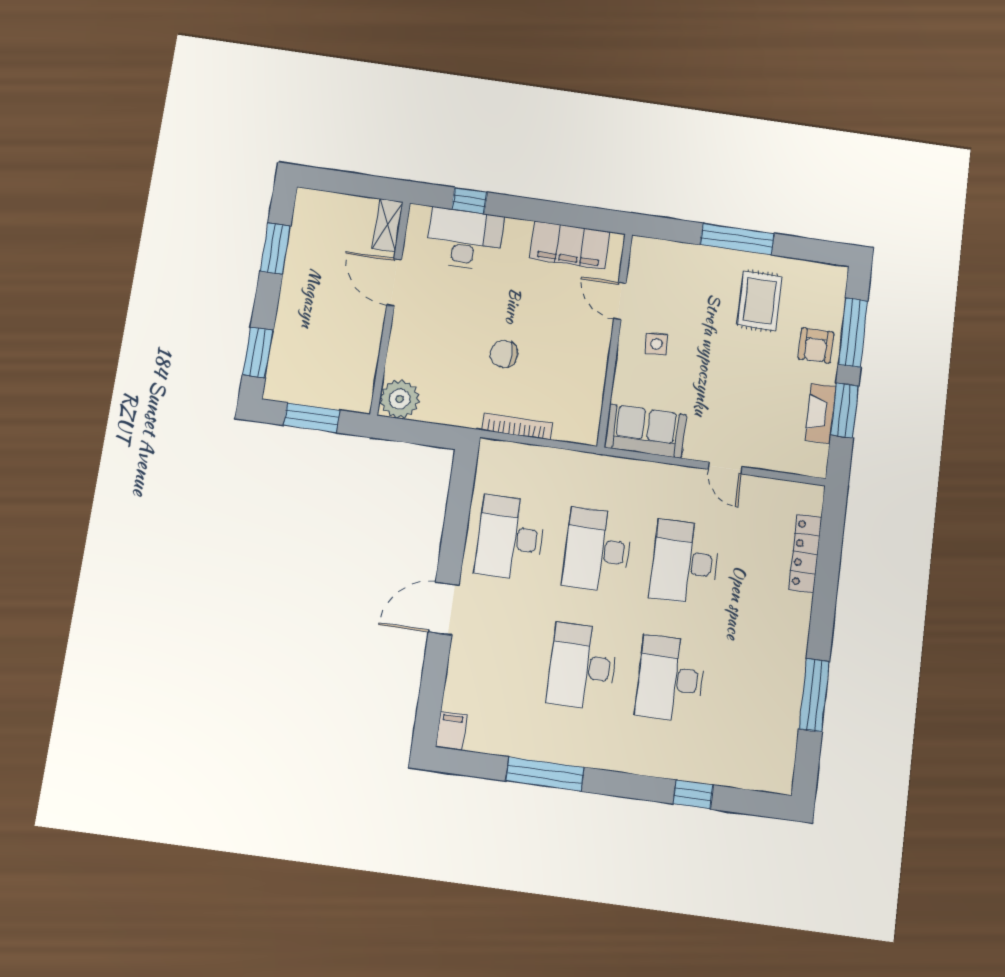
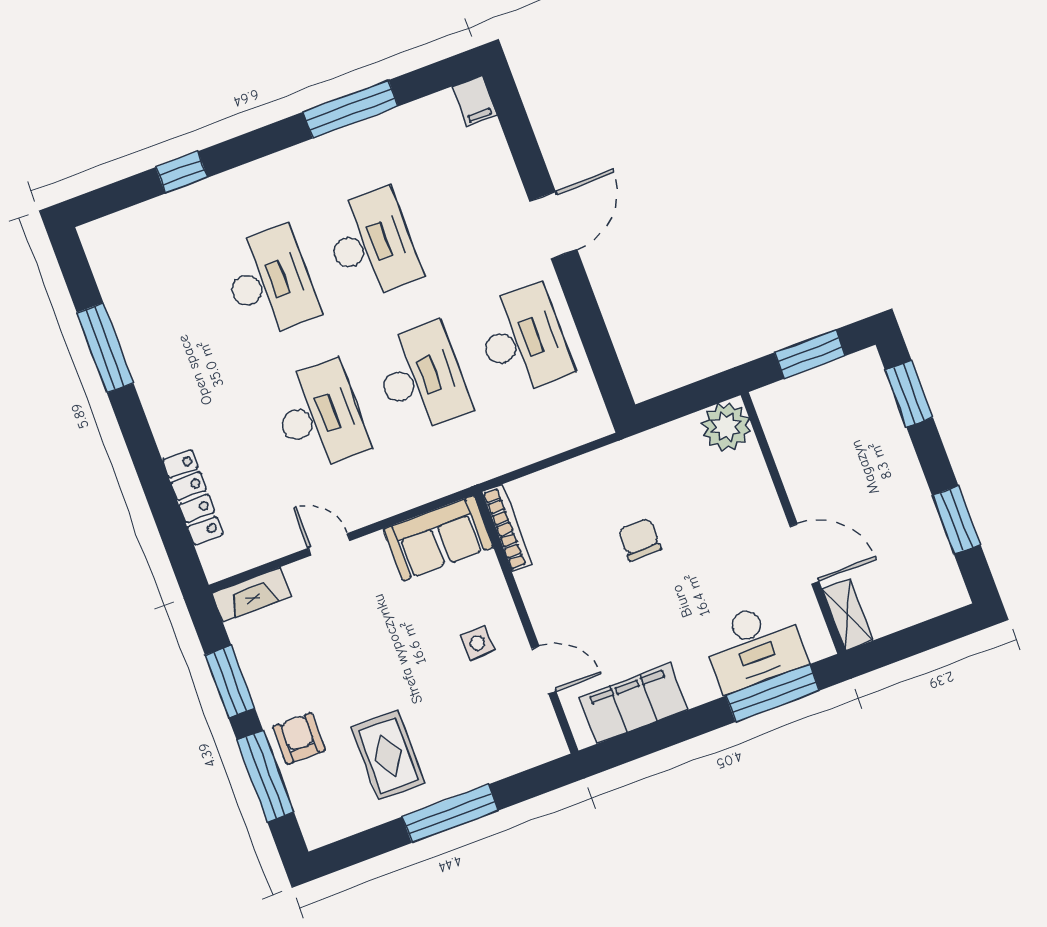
window: (469, 201) -> (773, 693), width x2.17
chair: (504, 354) -> (640, 539), turned -90
fireplace: (821, 413) -> (252, 595), moved, turned 90
bookcase: (517, 427) -> (507, 528), moved, turned -90

